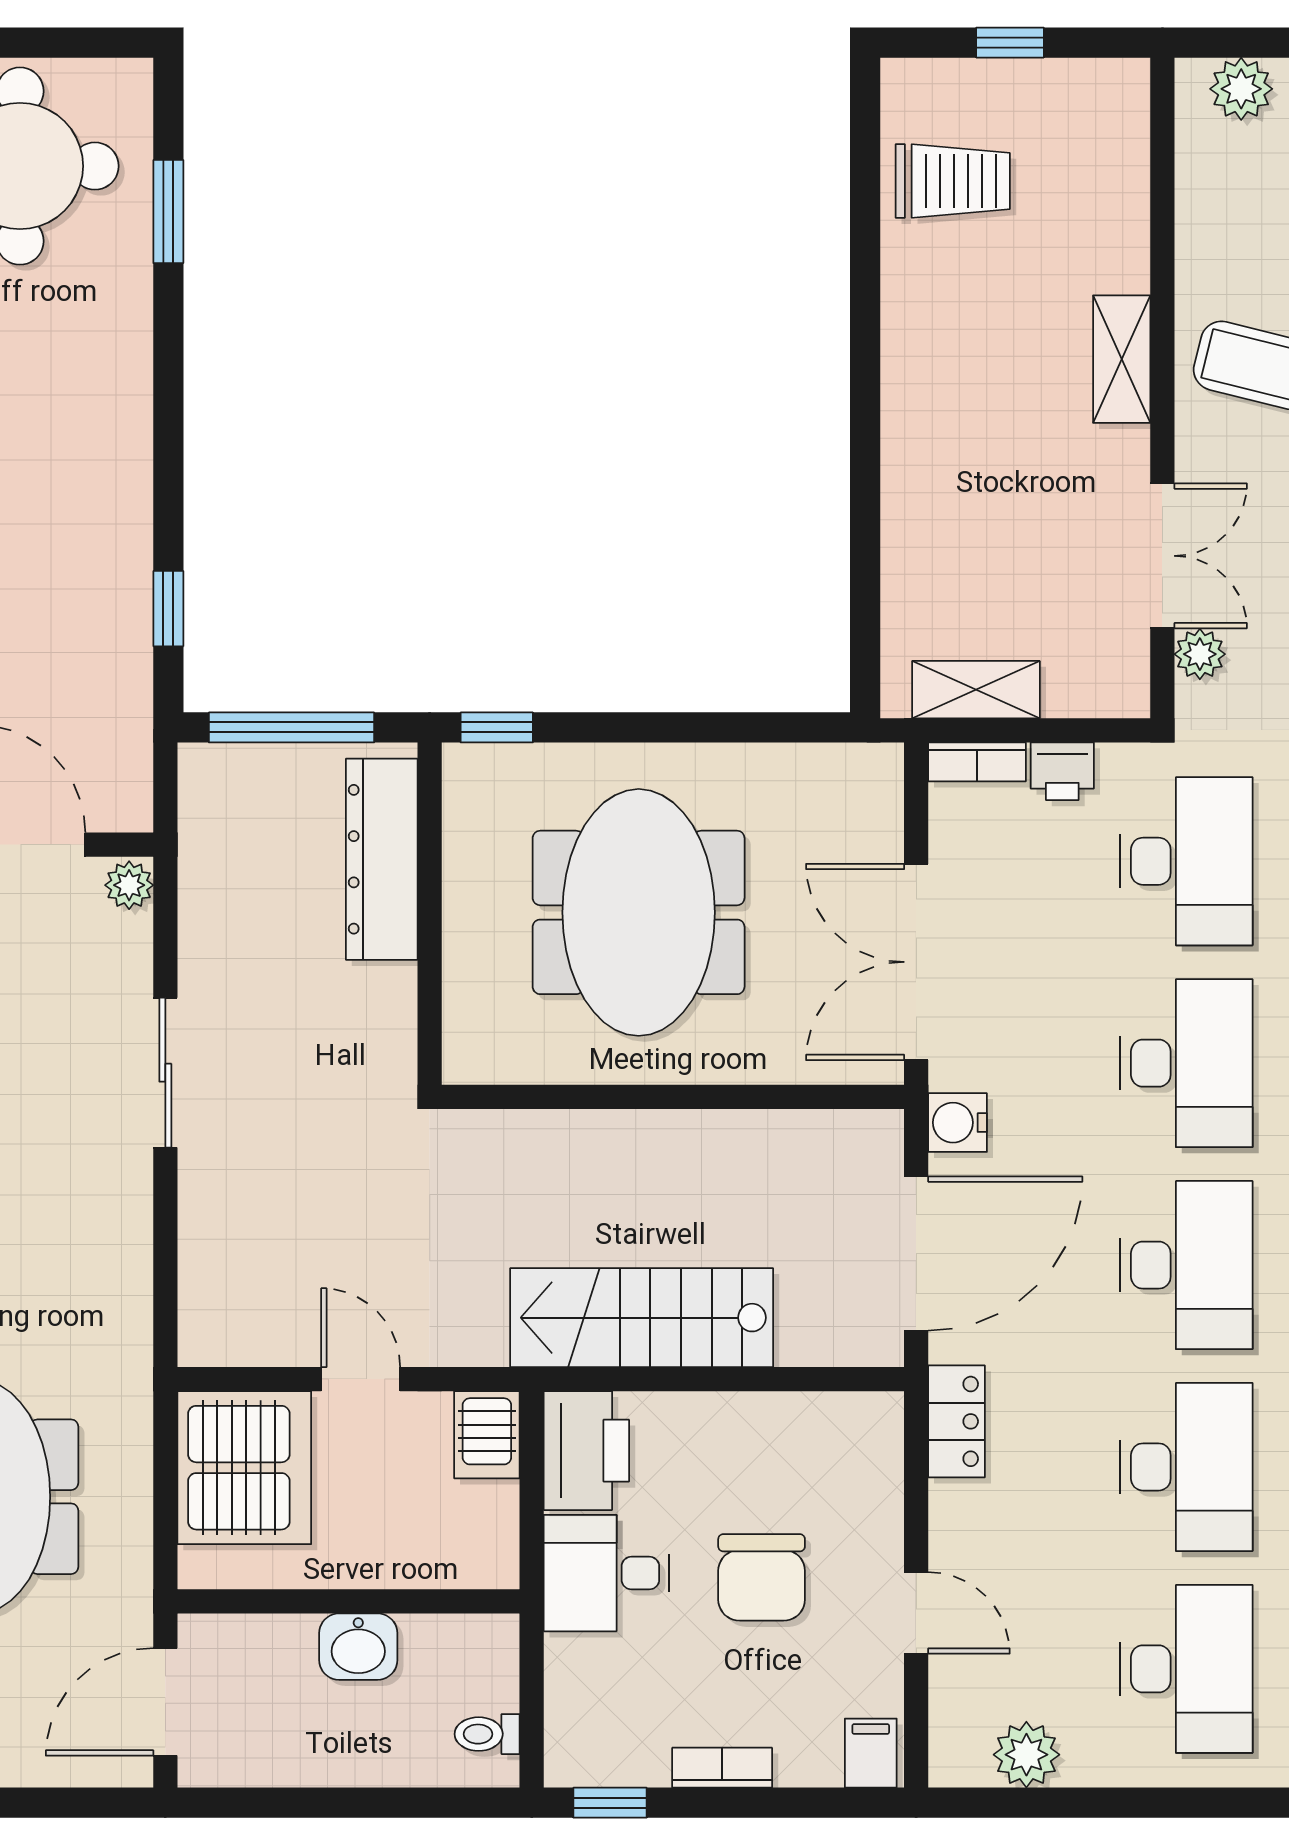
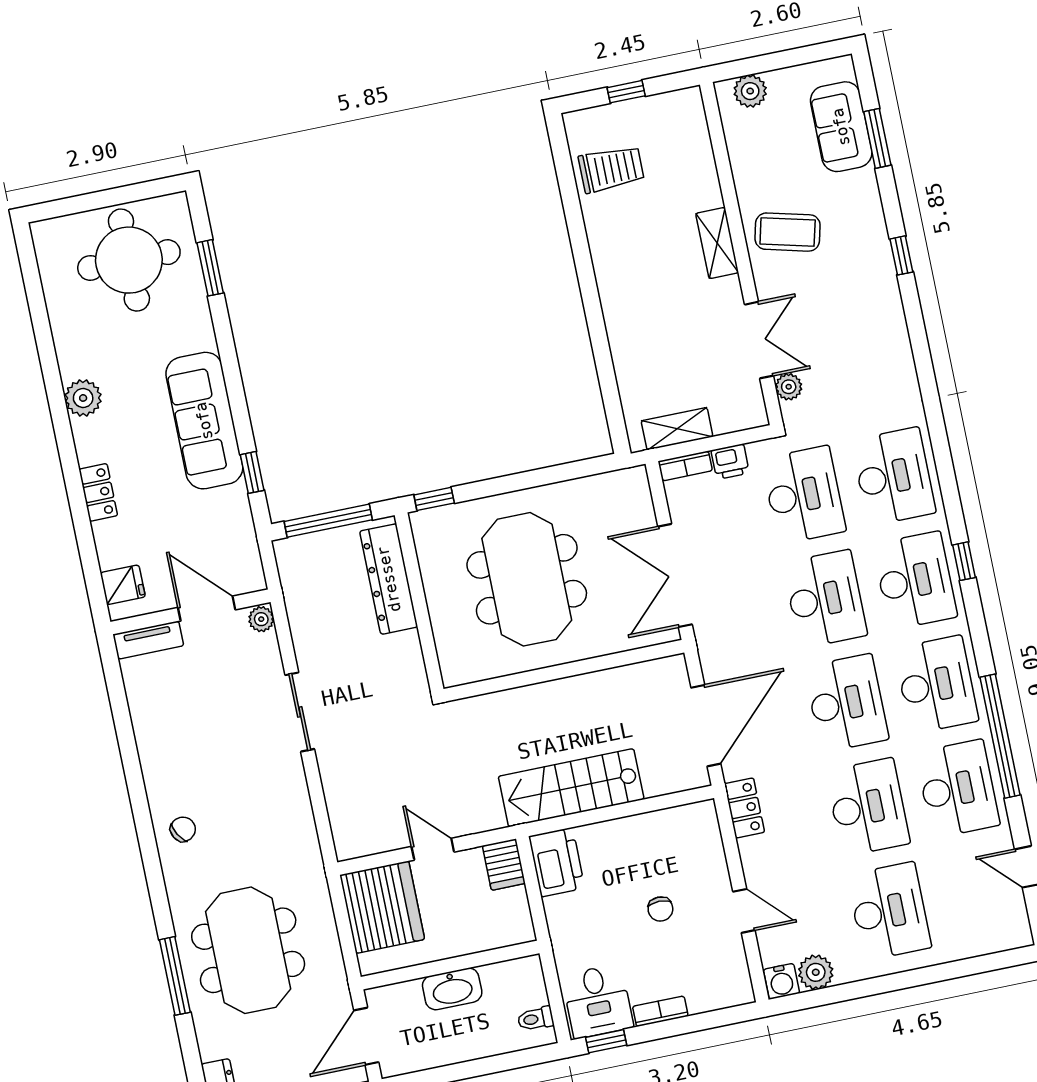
sofa: (99, 494) -> (204, 421), added
water cooler: (958, 1123) -> (781, 981), moved, turned -90
desk: (607, 1573) -> (598, 1001), moved, turned -90
chair: (762, 1577) -> (660, 909), width x0.54, depth x0.54
washbasin: (358, 1647) -> (452, 989), width x1.38
filing cabinet: (871, 1753) -> (735, 988), removed

